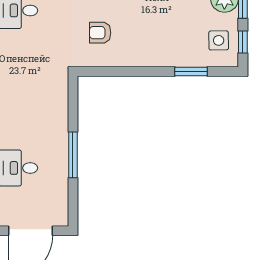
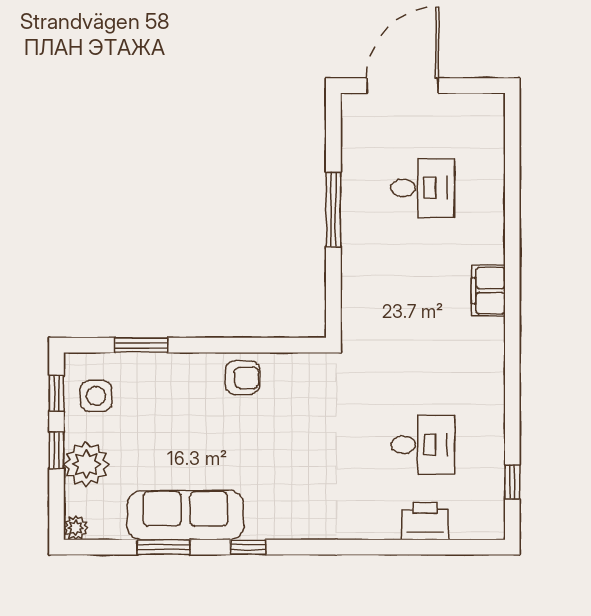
armchair: (100, 33) -> (243, 378), moved

